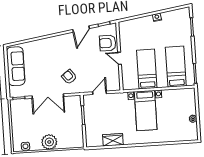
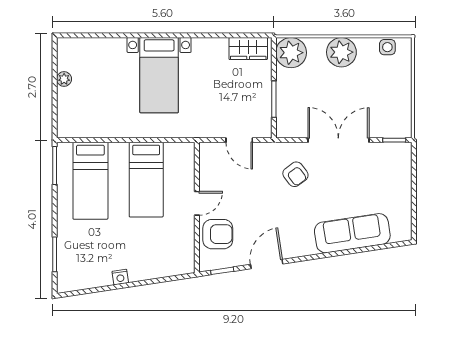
door: (120, 58) -> (197, 203), hinge flipped
sofa: (16, 66) -> (352, 233), moved, turned 81
door: (100, 93) -> (239, 140), hinge flipped
bed with nightstands: (146, 111) -> (159, 75), moved, turned 180
plant: (76, 140) -> (291, 53), added
wardrobe: (113, 140) -> (248, 49), moved

